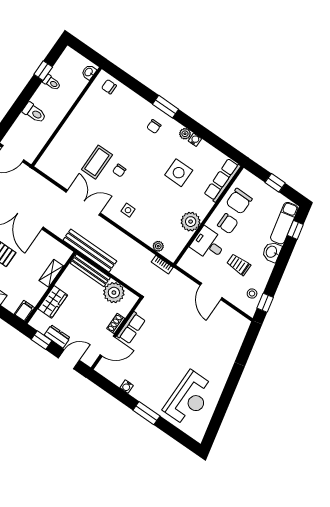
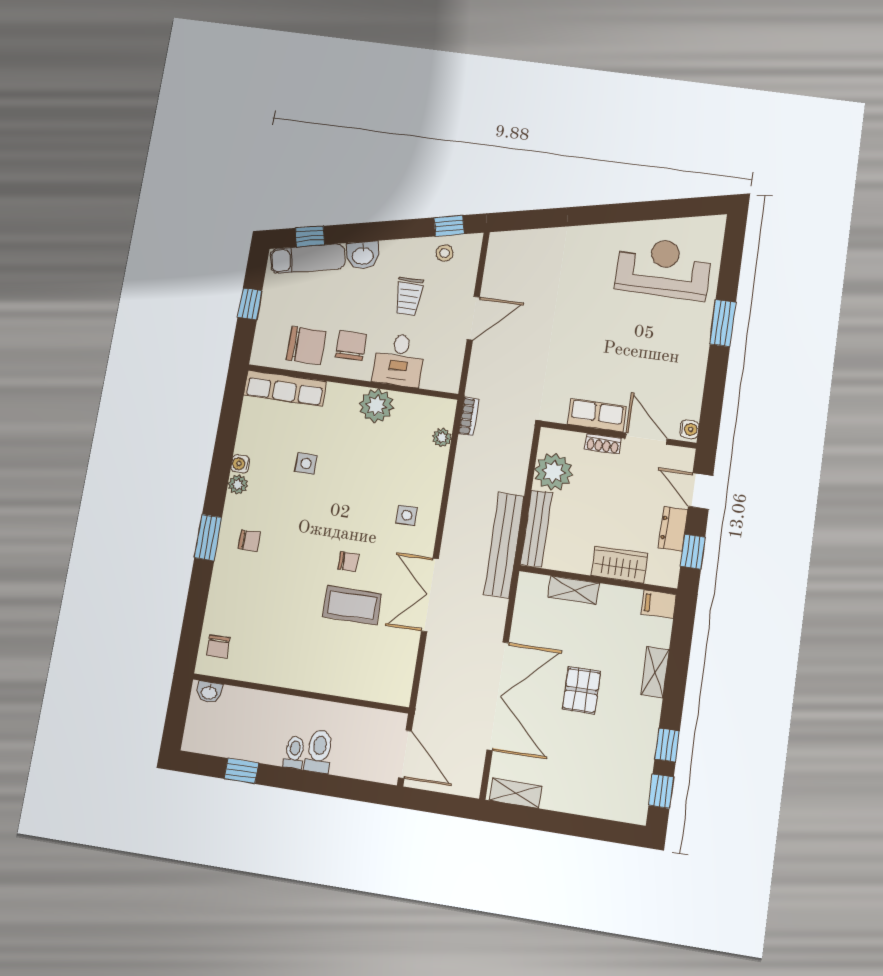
toilet: (52, 83) -> (294, 753), moved
side table: (179, 173) -> (306, 464), width x0.54, depth x0.54
water cooler: (127, 387) -> (689, 429), moved

